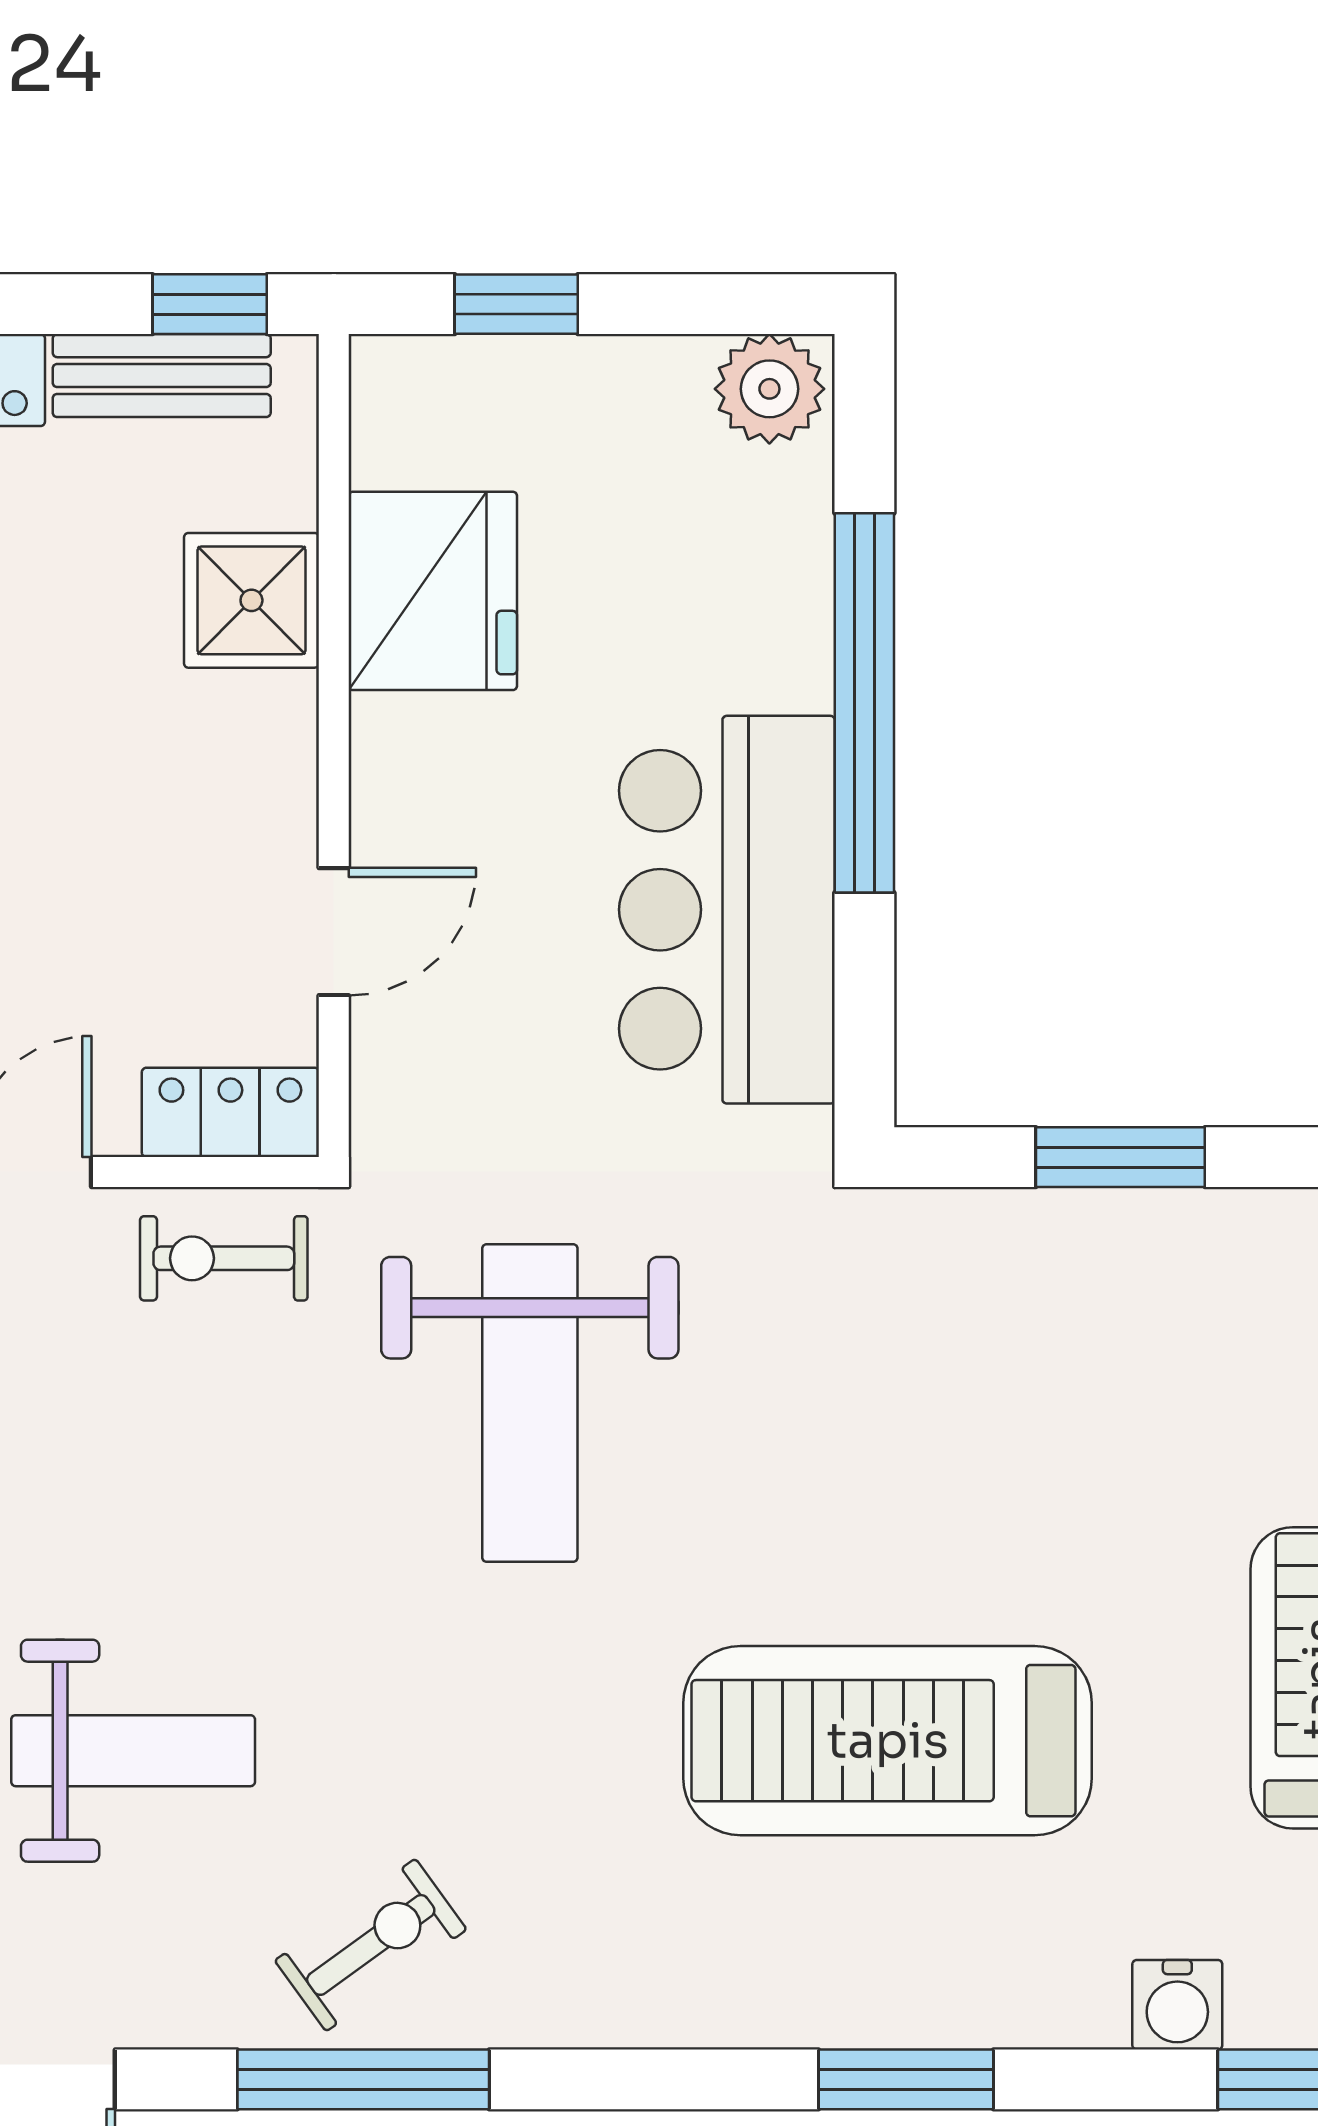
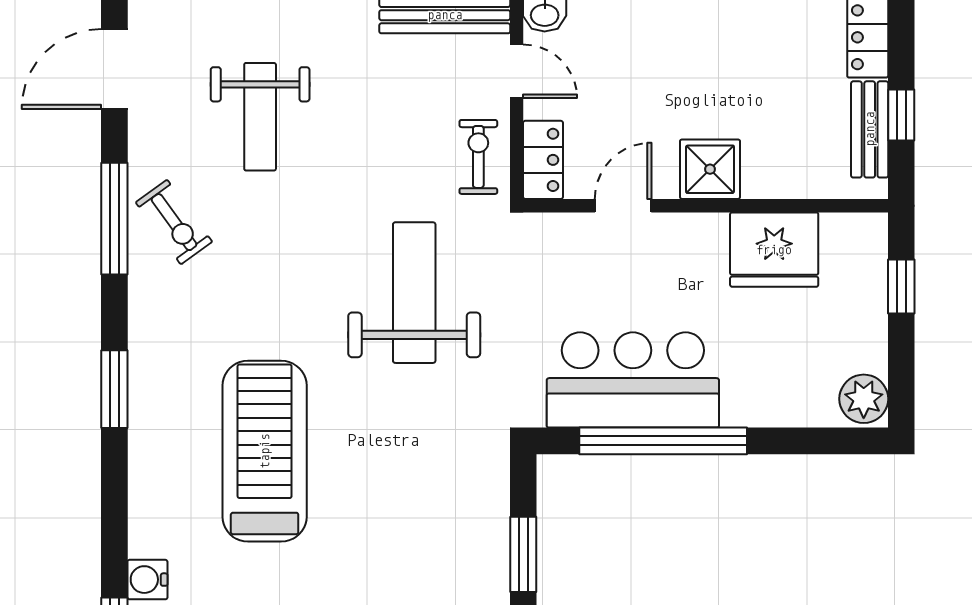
window: (210, 304) -> (901, 115), moved
shower: (251, 600) -> (710, 169), moved
window: (864, 703) -> (663, 441), moved
door: (334, 932) -> (623, 206), swing flipped
weight bench: (530, 1403) -> (414, 293), turned 90
window: (906, 2079) -> (114, 389), moved

